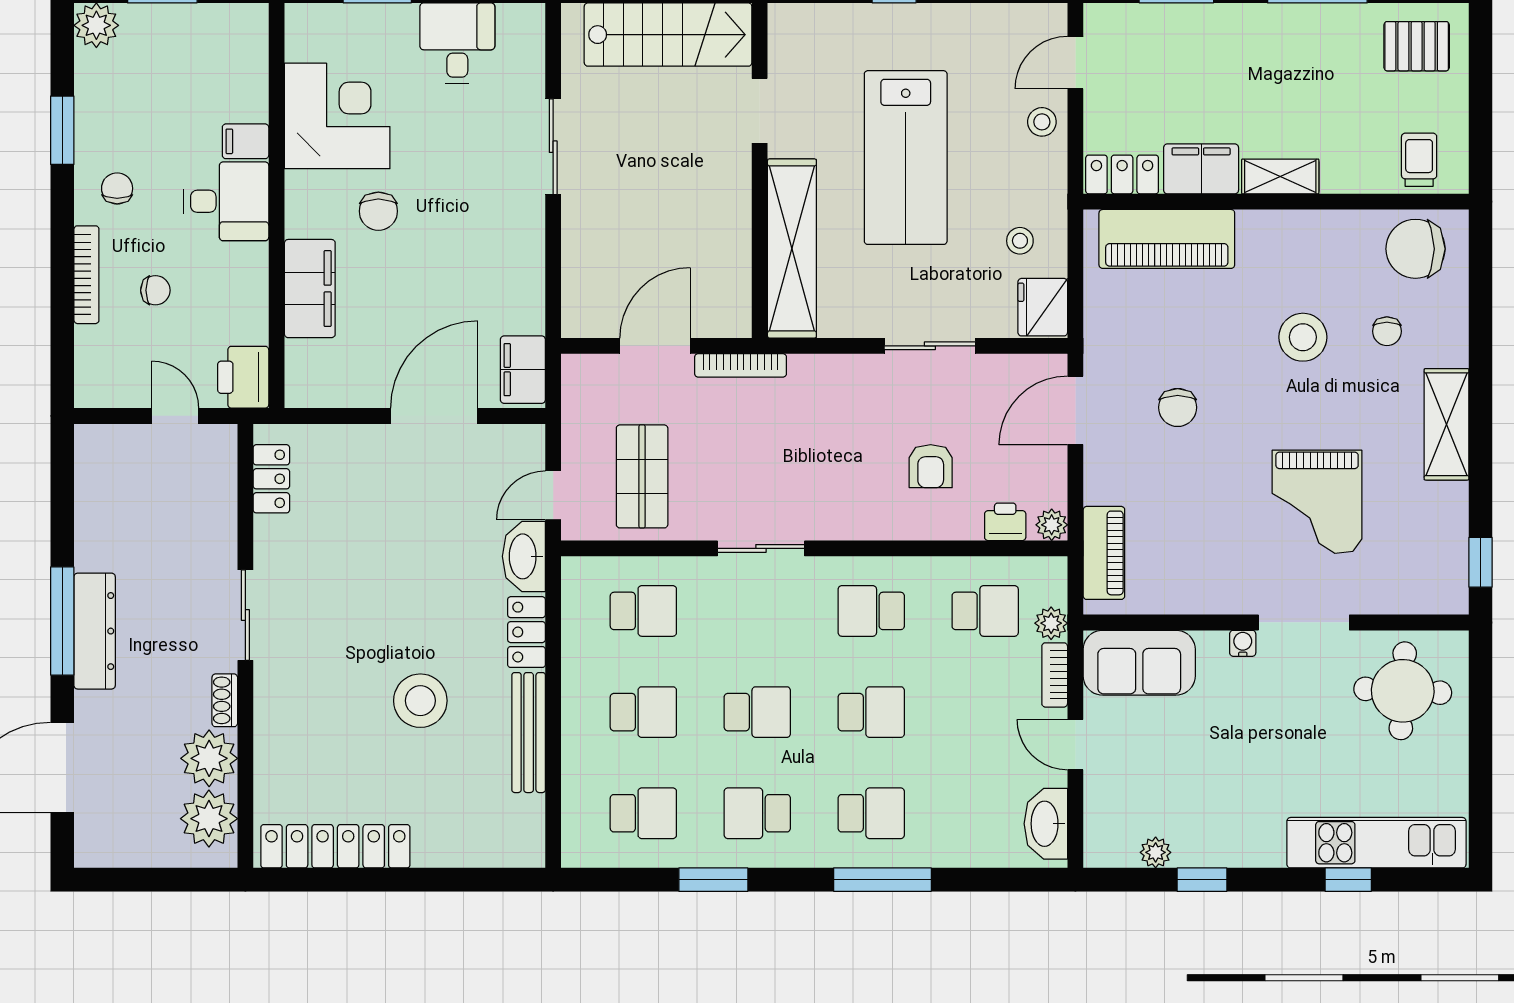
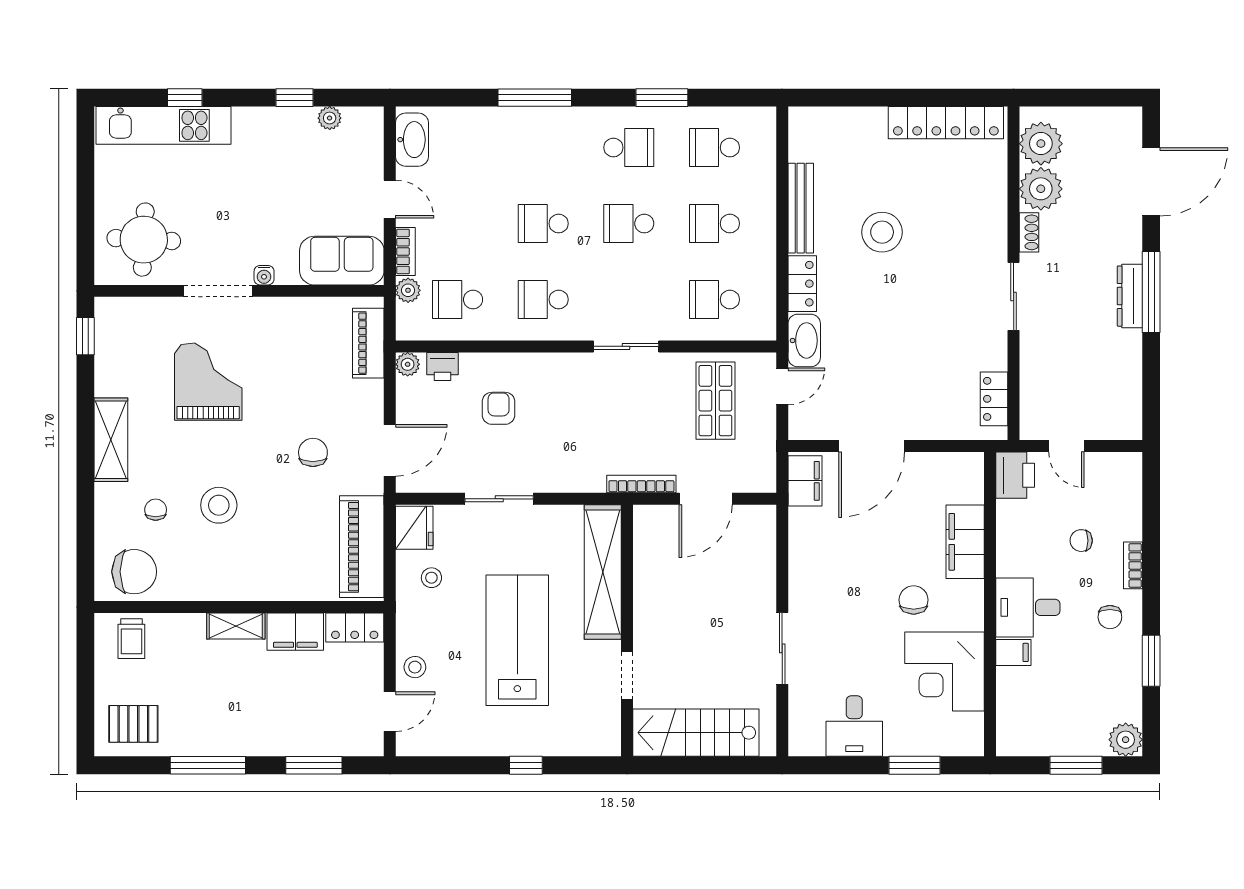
piano: (1167, 239) -> (362, 547), moved, turned -90
bookcase: (86, 275) -> (1133, 565), width x0.64
school desk: (871, 611) -> (543, 300), turned 180
dresser: (95, 631) -> (1130, 296), width x0.73, depth x0.80
school desk: (871, 813) -> (543, 148), removed

